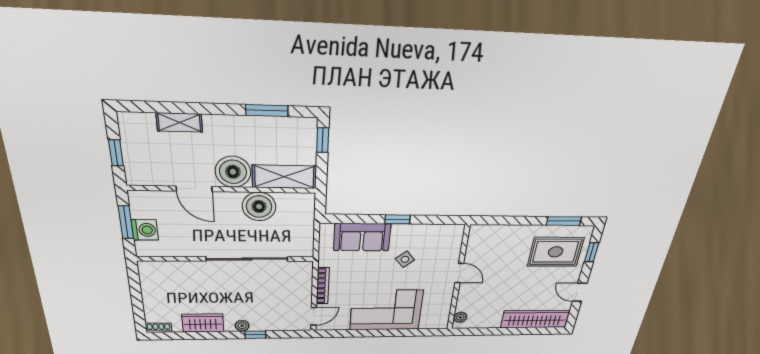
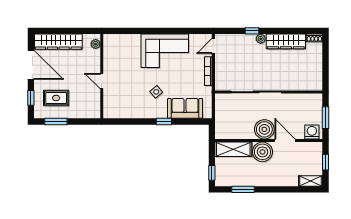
shelving: (179, 122) -> (311, 181), moved
boiler: (259, 207) -> (264, 129), moved
washing machine: (145, 230) -> (312, 132), moved, turned 90
rug: (556, 252) -> (56, 98), width x0.73, depth x0.70
door: (459, 273) -> (102, 81), moved
wall: (458, 279) -> (102, 76), moved
door: (580, 292) -> (31, 65), width x1.88
plant: (460, 317) -> (96, 44), moved
wardrobe: (203, 323) -> (286, 41), width x1.50

